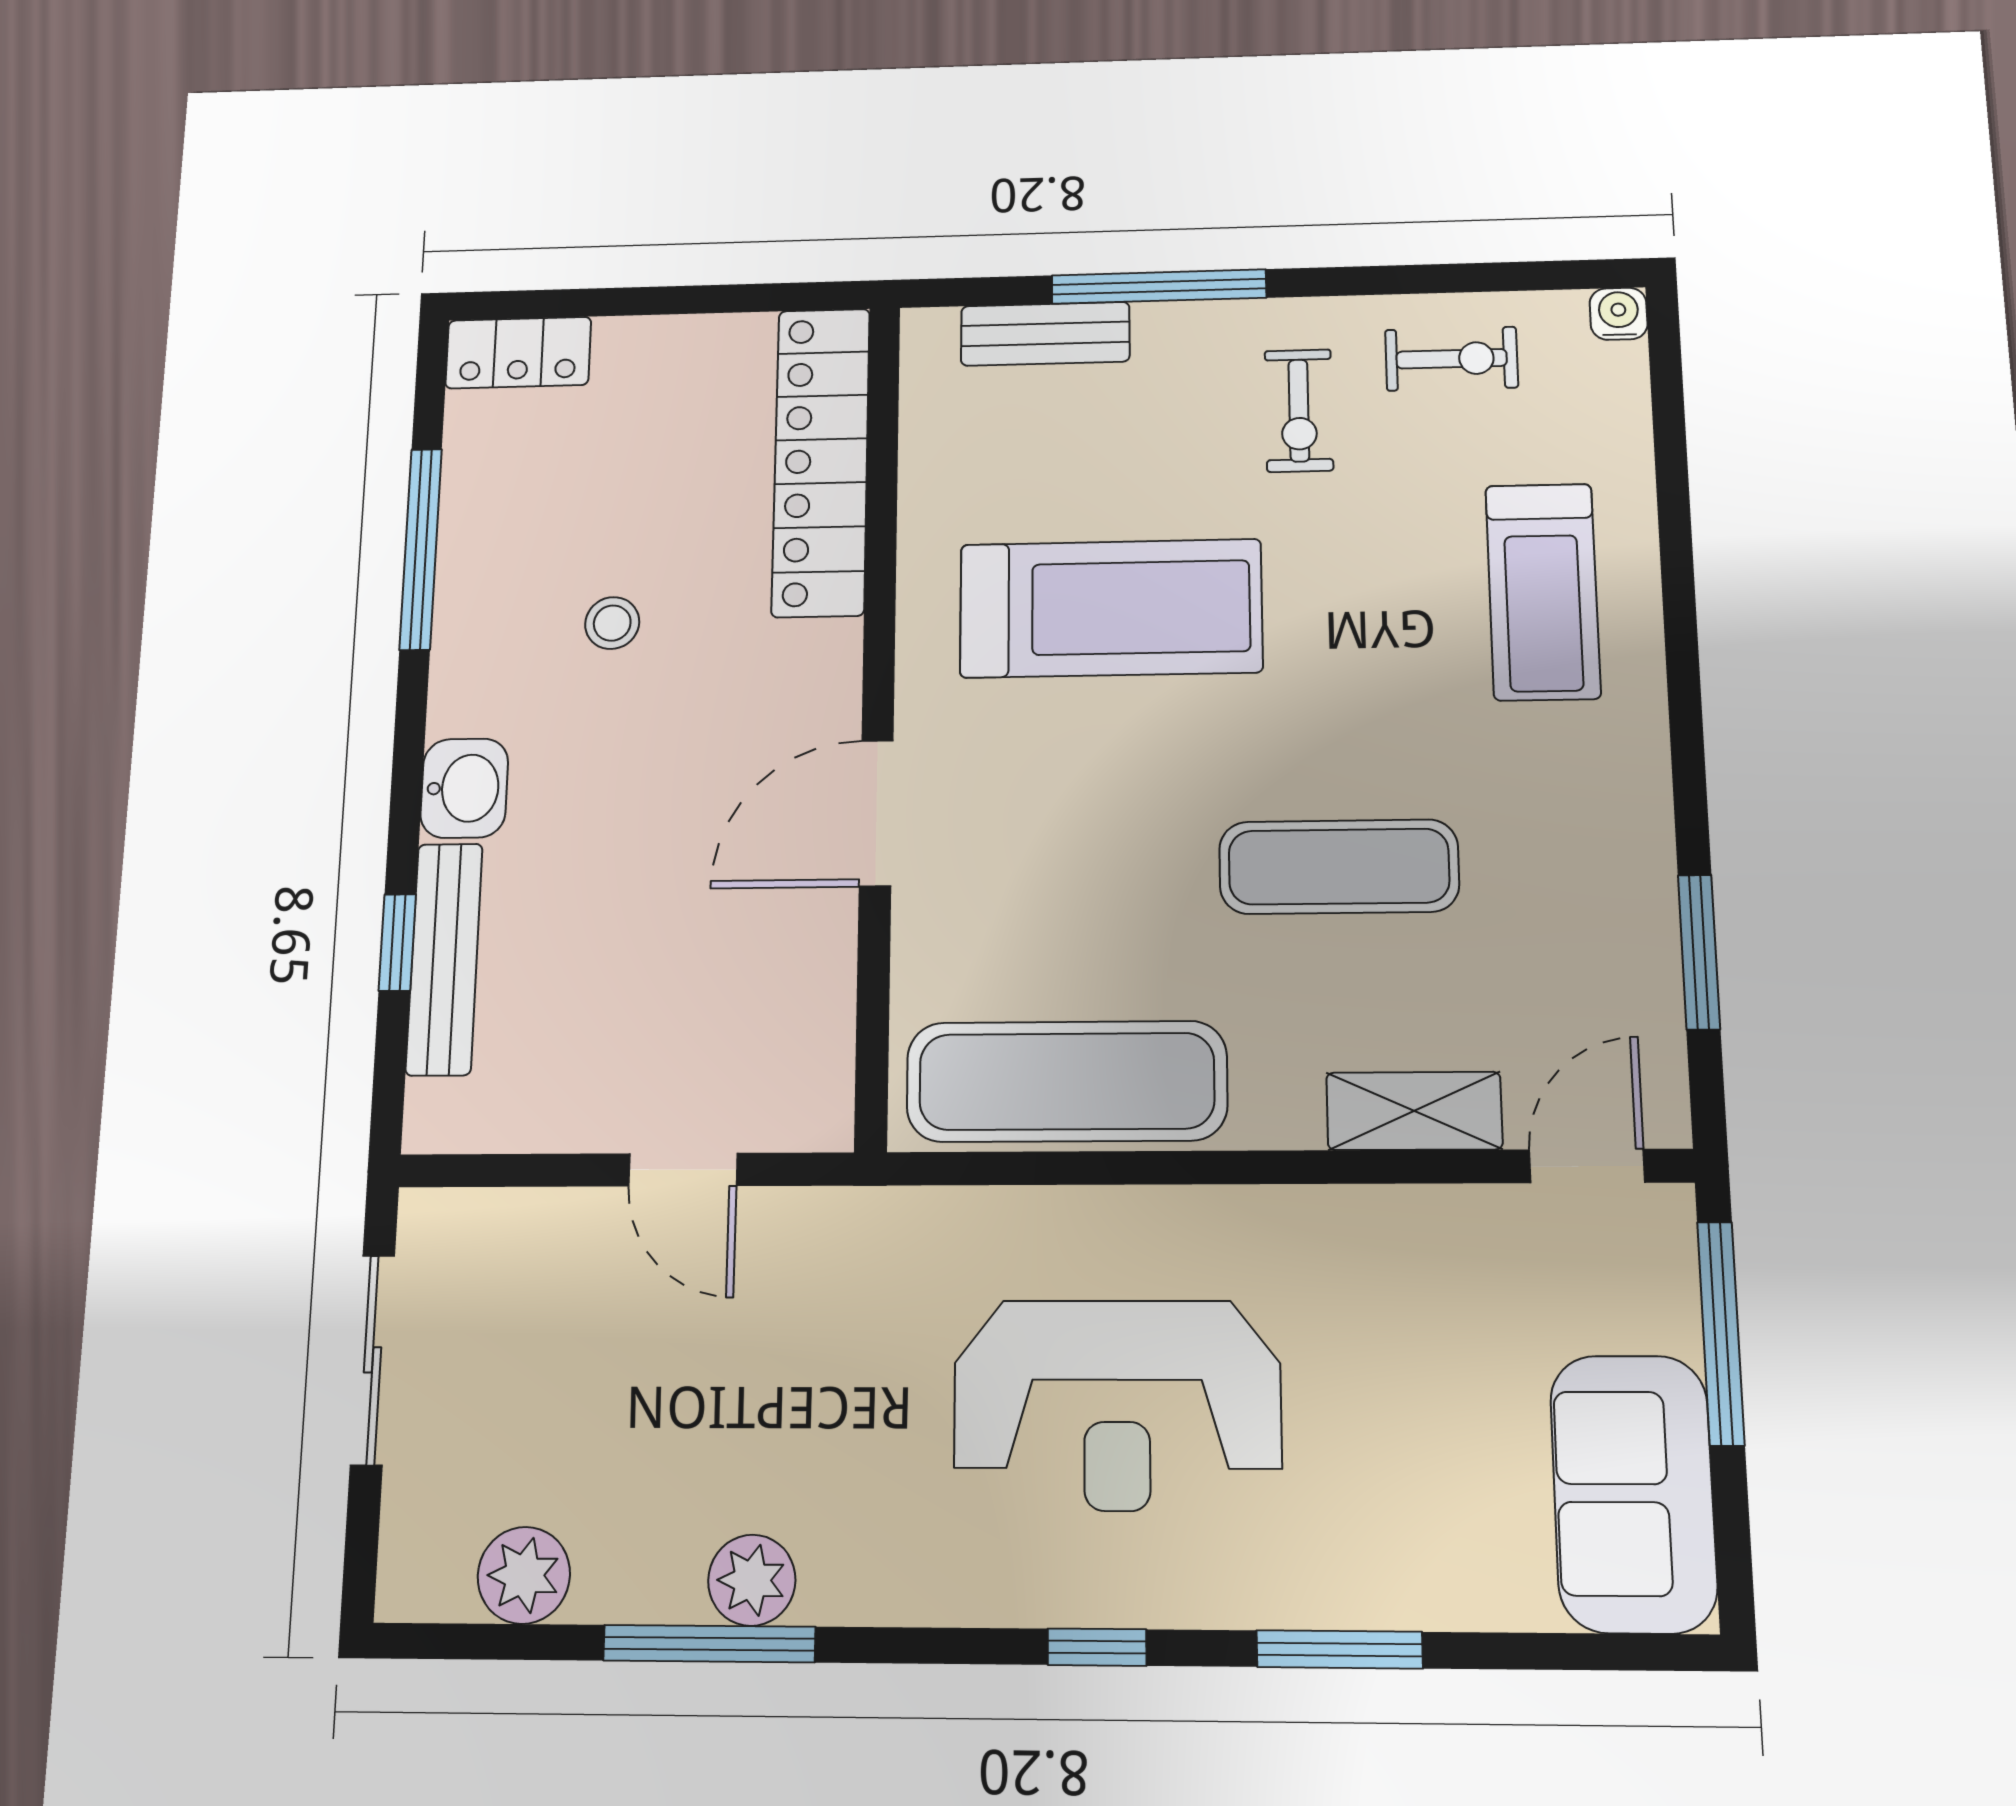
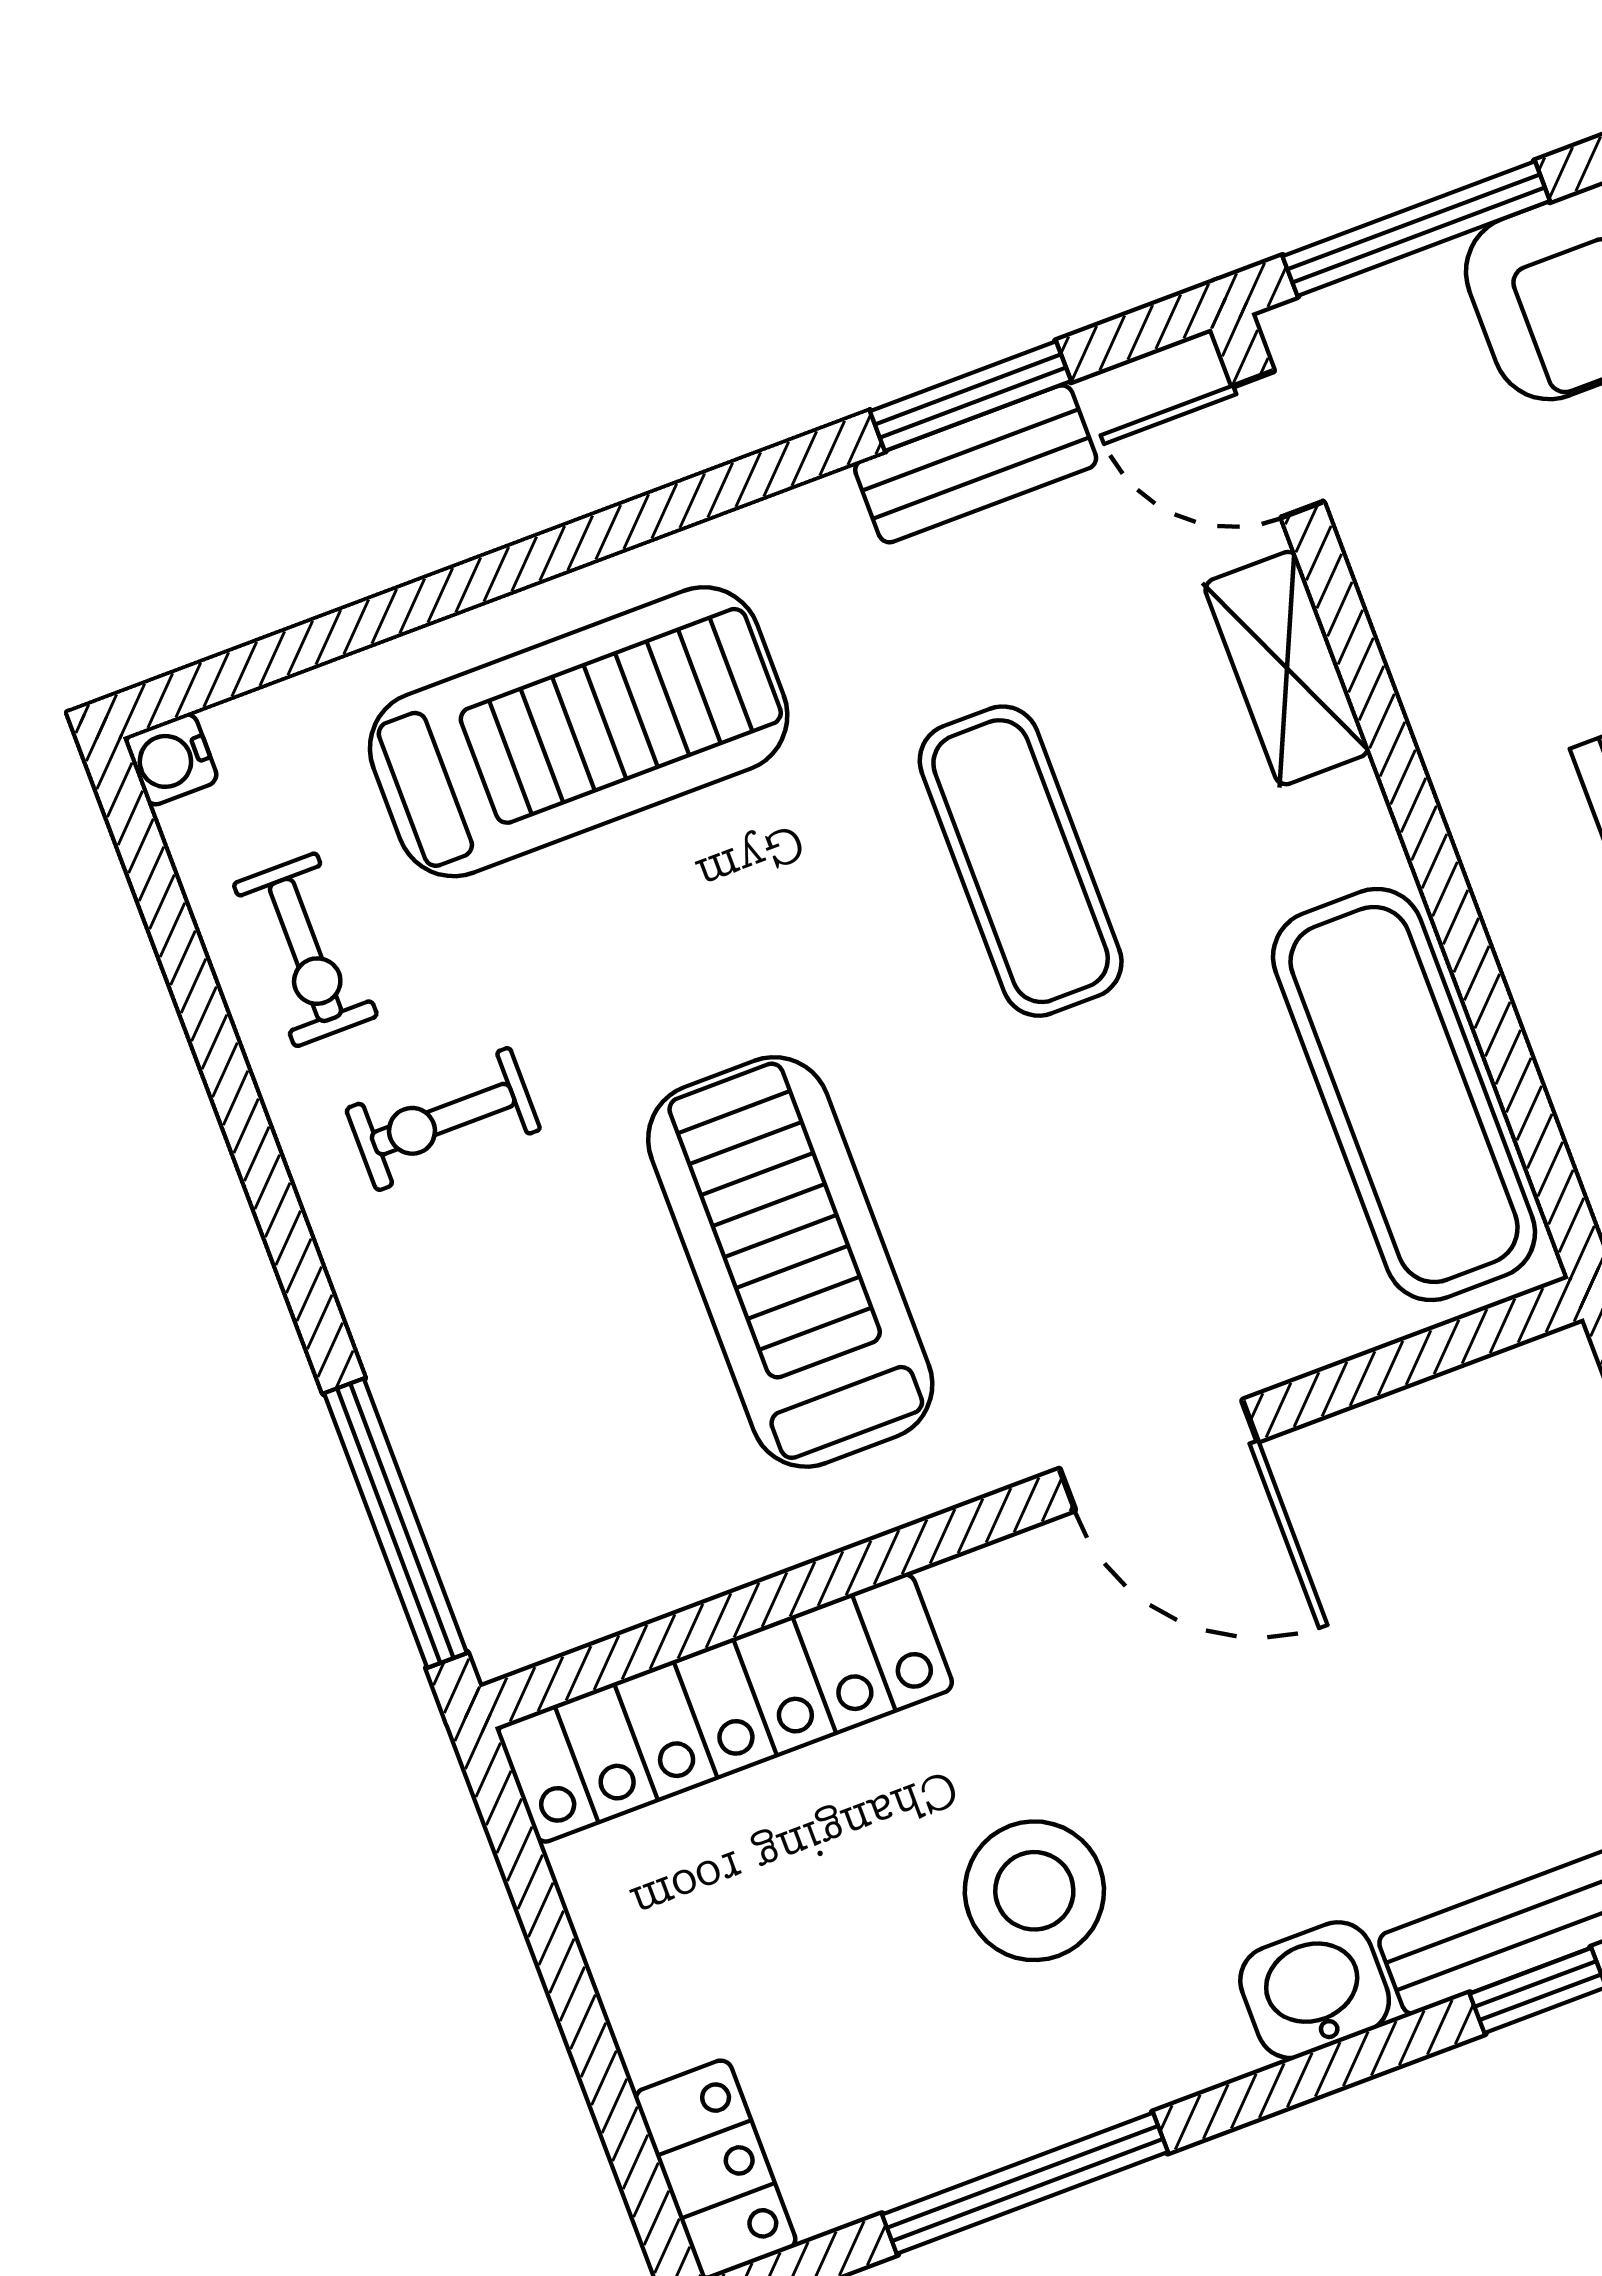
window: (1159, 287) -> (395, 1523), moved
bench: (1045, 334) -> (976, 464), moved, turned 90
exercise bike: (1452, 359) -> (305, 950), turned 180
exercise bike: (1299, 411) -> (443, 1119), turned 180
treadmill: (1543, 591) -> (579, 732), width x1.37, depth x1.38
stool: (612, 623) -> (1034, 1891), width x1.89, depth x1.89

